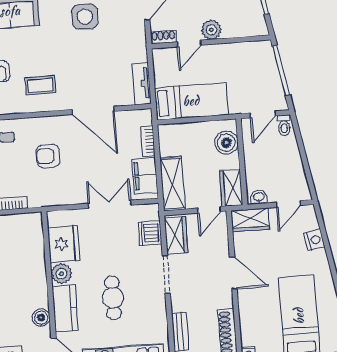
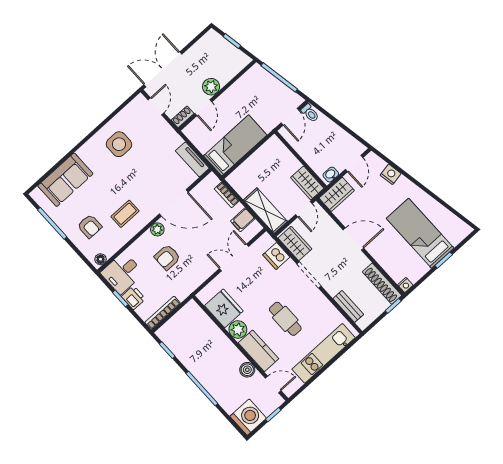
plant: (59, 123) -> (157, 229), added
boiler: (226, 143) -> (280, 155), removed
filing cabinet: (145, 176) -> (243, 220), width x0.50

